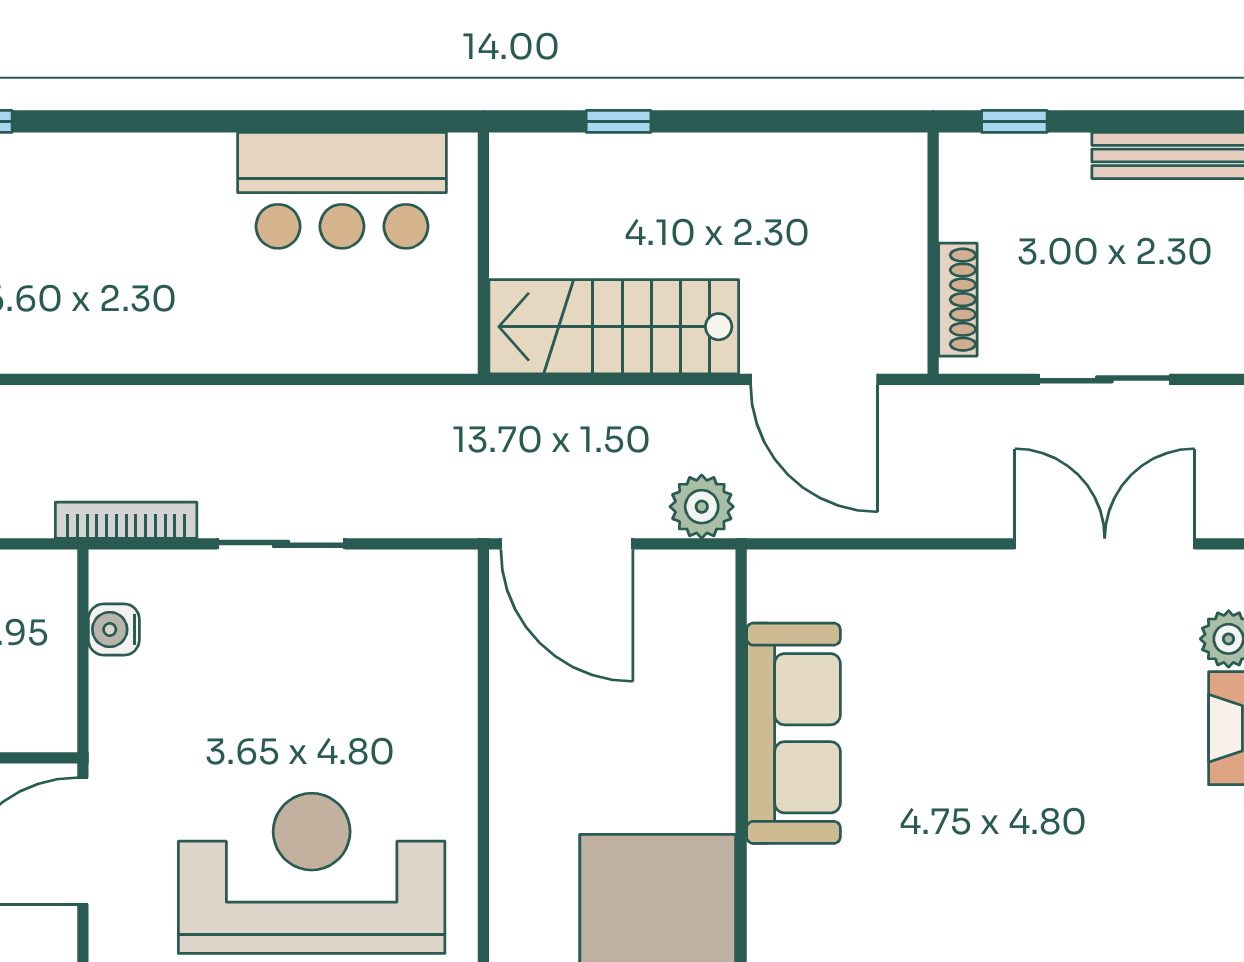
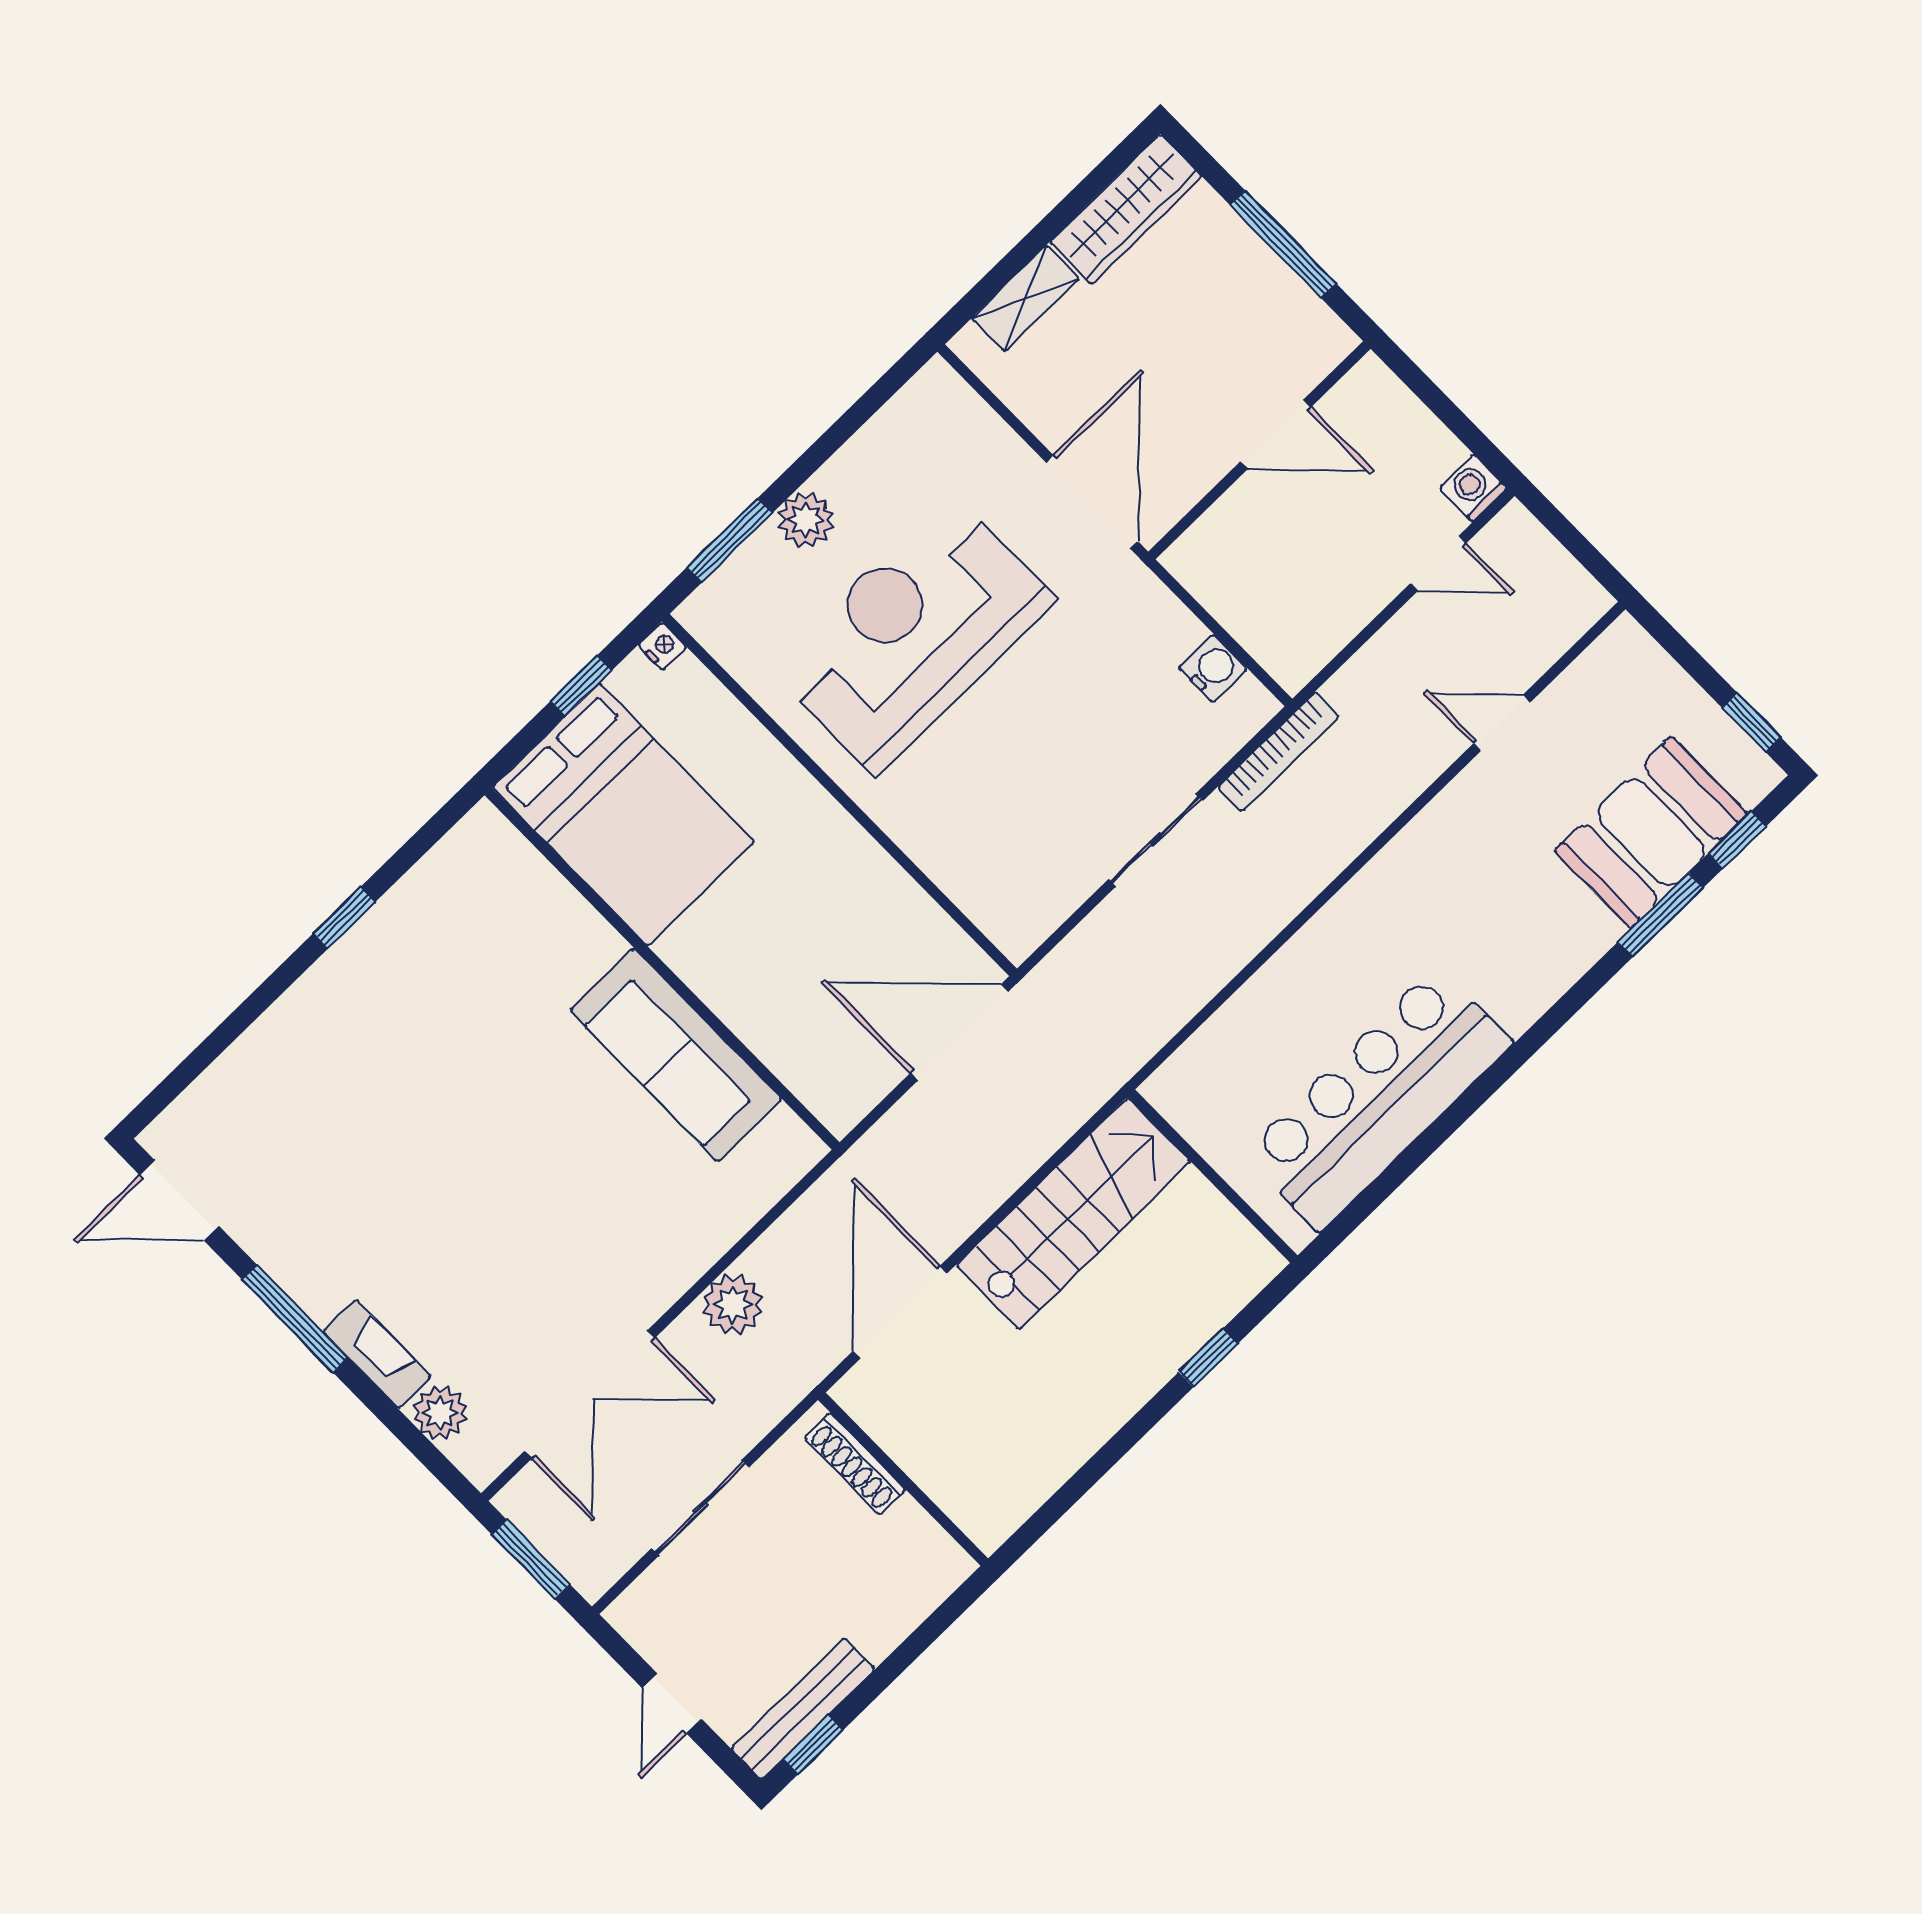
window: (1014, 121) -> (813, 1745), moved
bar counter: (342, 190) -> (1378, 1099), width x1.36
door: (814, 379) -> (900, 1312), hinge flipped
plant: (702, 507) -> (733, 1304), moved
reception desk: (312, 873) -> (913, 634), turned 180

